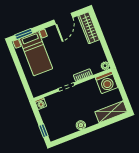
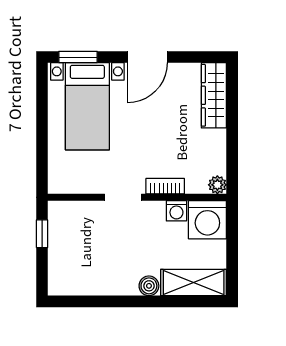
door: (63, 19) -> (147, 57), moved
washing machine: (41, 104) -> (176, 211), moved
boiler: (81, 125) -> (149, 286), moved
window: (43, 131) -> (42, 234), moved

